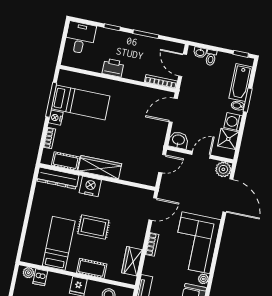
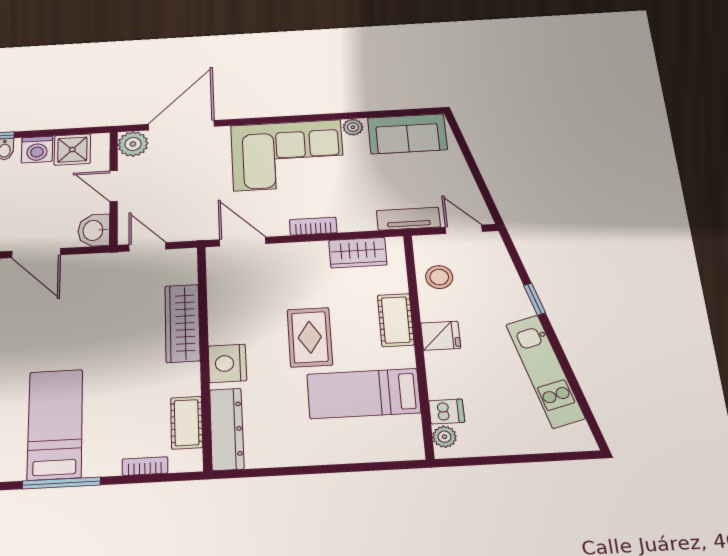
nightstand: (56, 118) -> (98, 464), removed
wardrobe: (100, 167) -> (182, 323), moved

